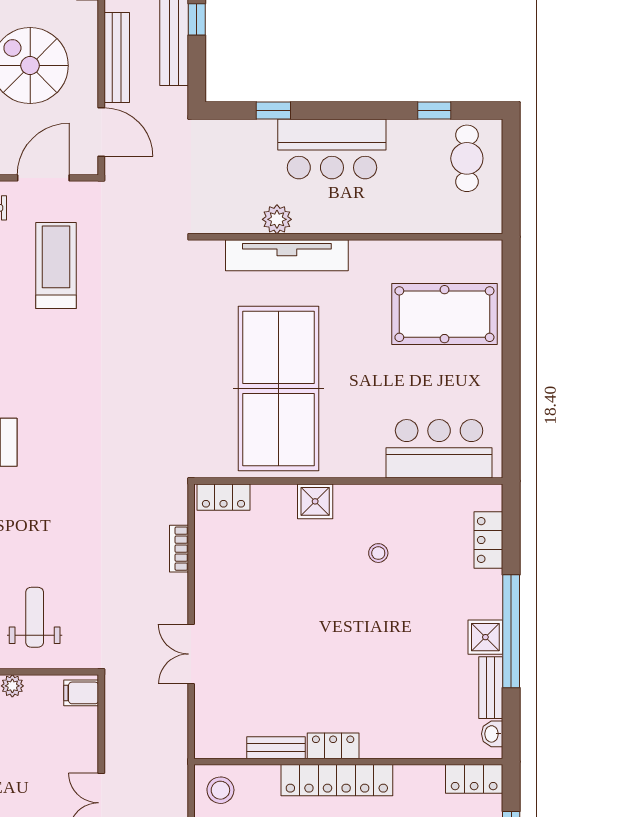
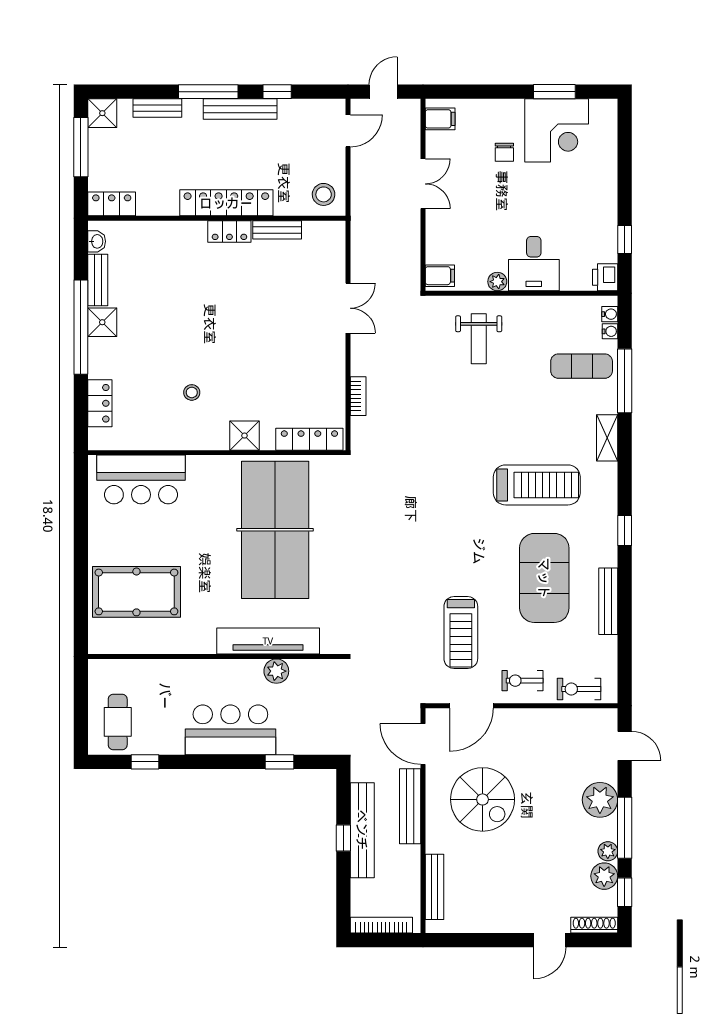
locker: (223, 497) -> (309, 439), width x1.53

